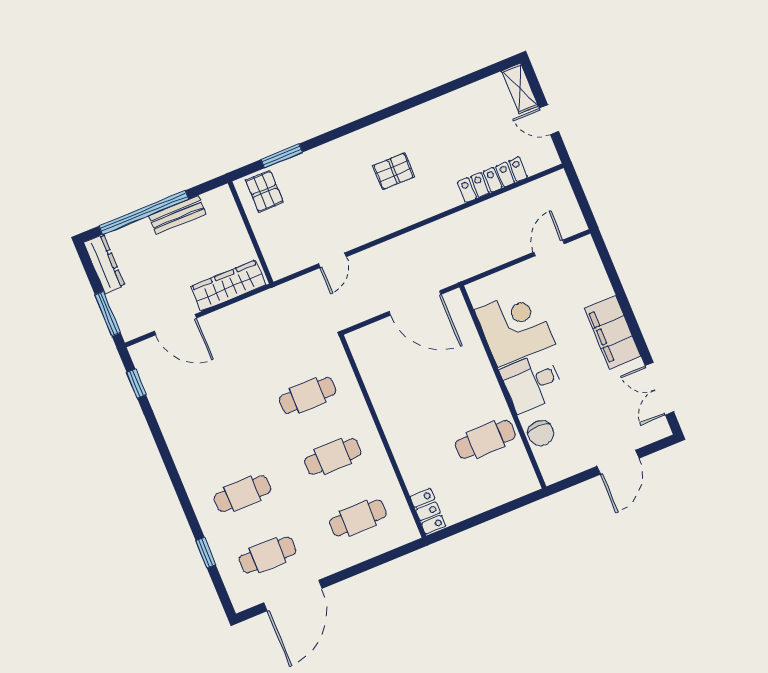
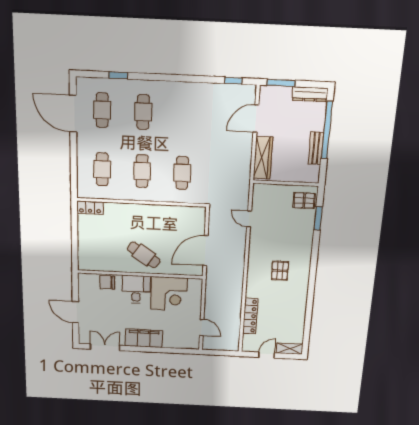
cafe table: (485, 440) -> (144, 255), moved, turned -56

